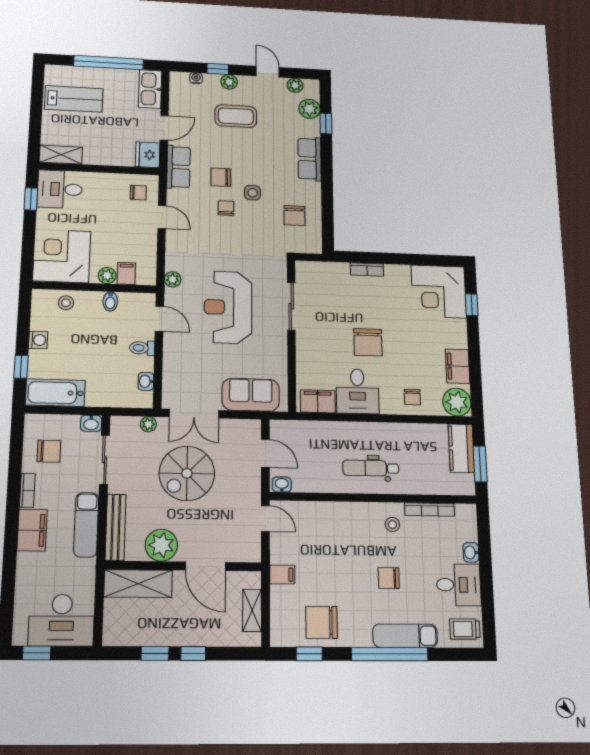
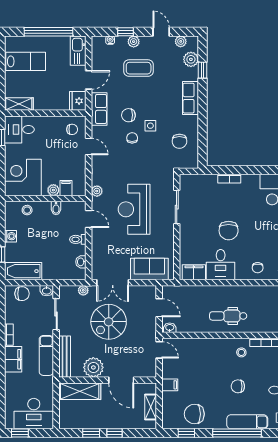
chair: (49, 451) -> (22, 294), moved

